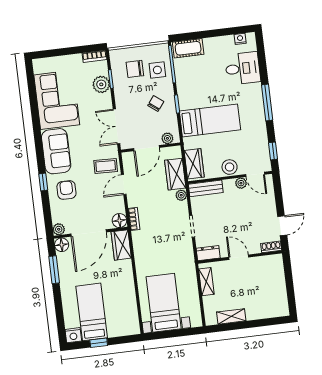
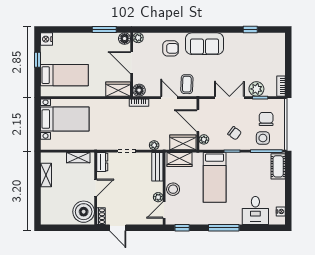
corner sofa: (57, 100) -> (248, 50), removed
double door: (117, 126) -> (229, 98), moved
wardrobe: (175, 174) -> (183, 142), moved
window: (43, 182) -> (250, 30), moved
door: (89, 233) -> (132, 63), width x0.73
boiler: (268, 268) -> (84, 212), added
bed: (92, 312) -> (64, 75), moved

